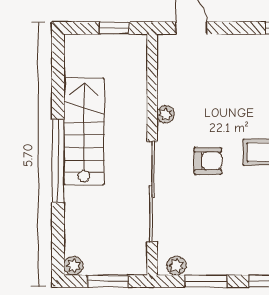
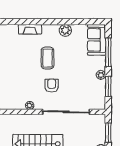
plant: (176, 266) -> (101, 75), moved

